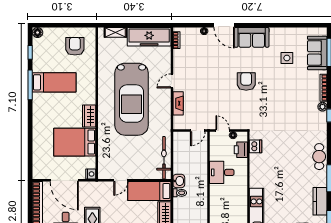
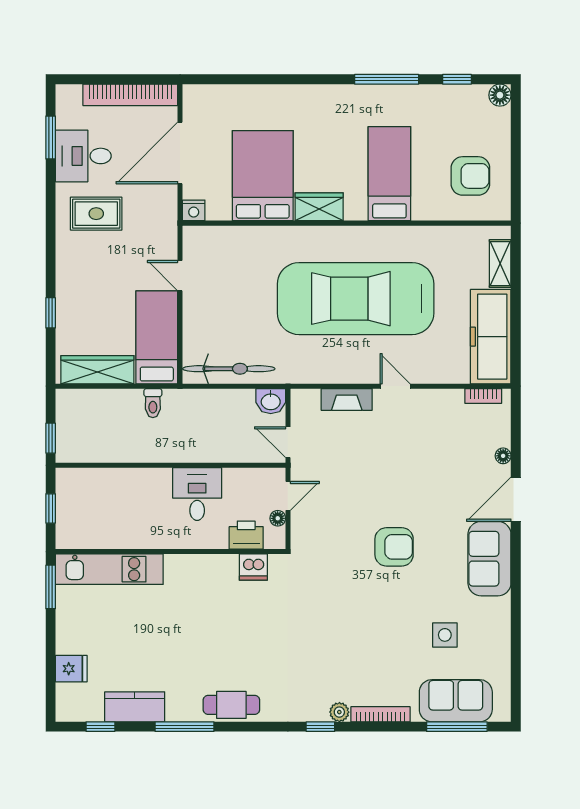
bed: (54, 82) -> (389, 174), moved, turned 180
washbasin: (179, 181) -> (271, 401), moved

